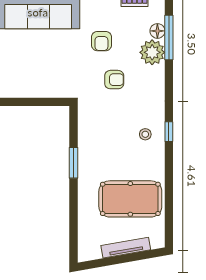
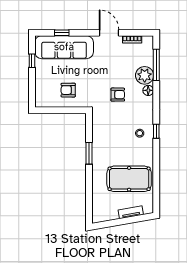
floor lamp: (157, 31) -> (148, 90), moved
armchair: (101, 41) -> (68, 90), moved, turned 90
tv unit: (126, 248) -> (131, 212), width x0.71

